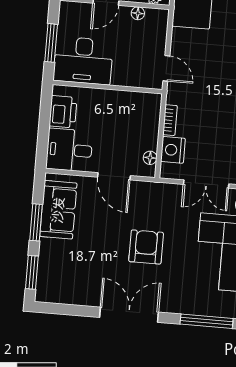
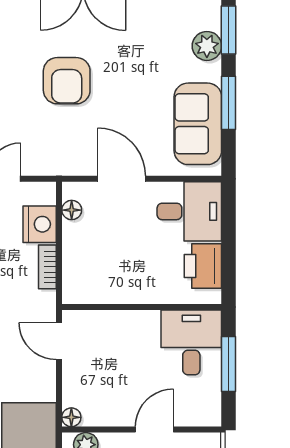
floor lamp: (138, 13) -> (71, 417), moved
desk: (83, 61) -> (191, 342), width x0.73
plant: (48, 263) -> (207, 46), added

